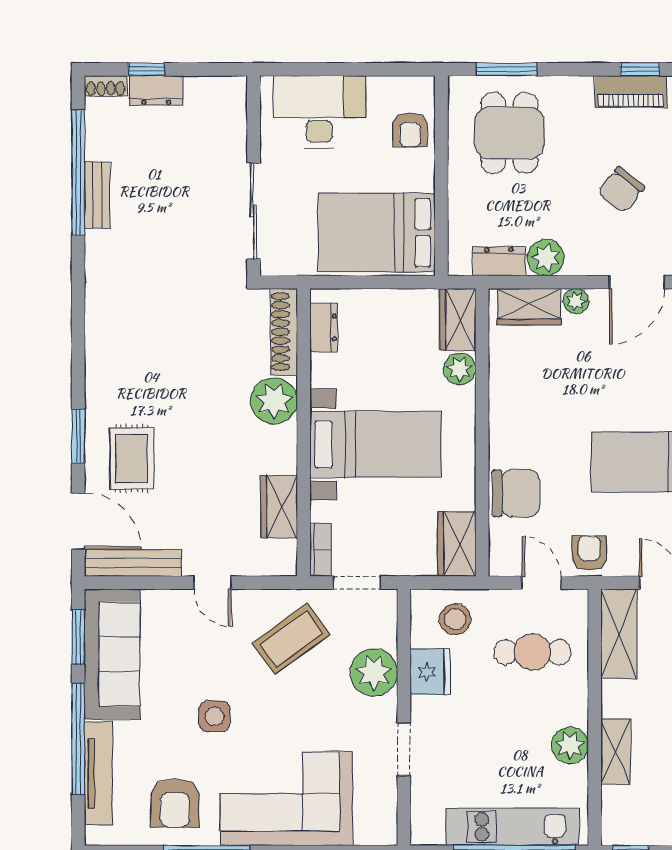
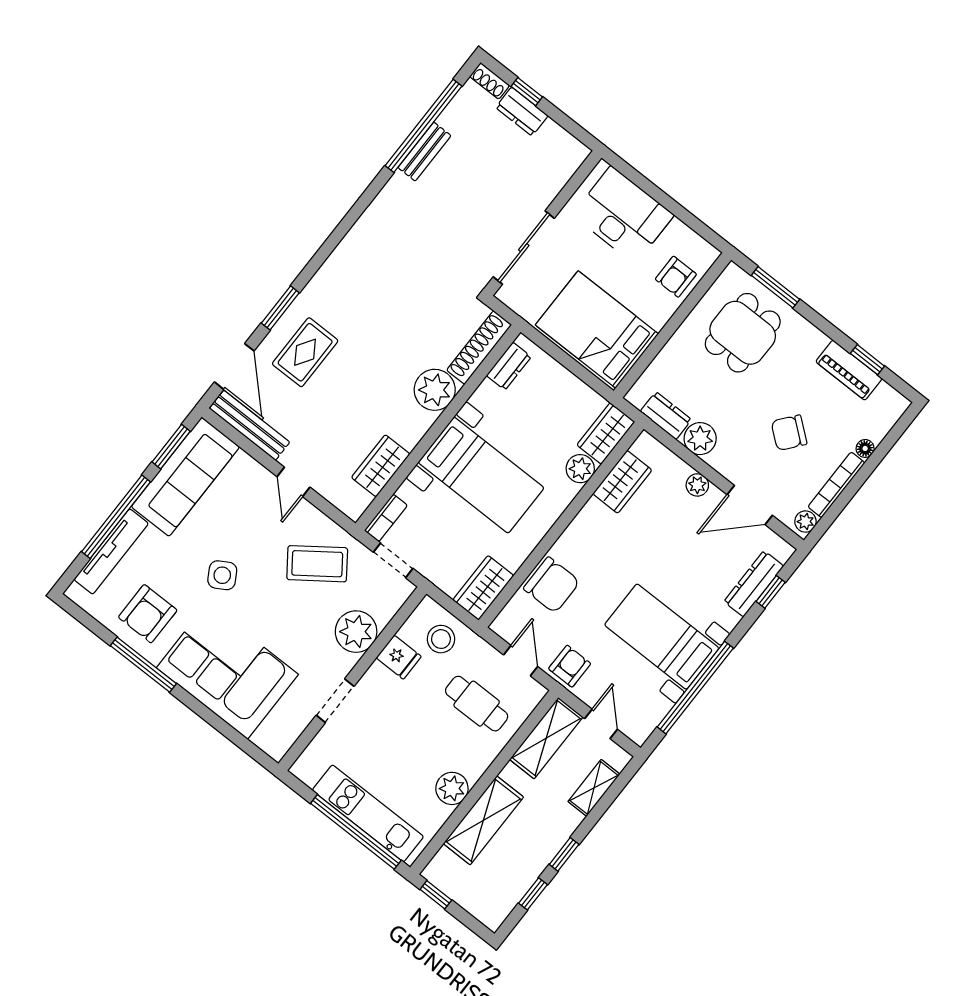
wardrobe: (529, 307) -> (622, 482), moved, turned -90
fridge: (430, 672) -> (399, 657), width x0.72
side table: (215, 716) -> (222, 575), turned -30
shelving: (616, 752) -> (483, 820), width x1.50, depth x1.33

